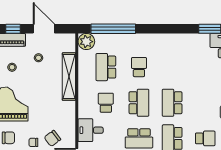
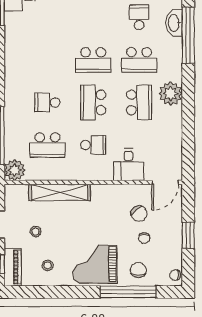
school desk: (106, 103) -> (93, 145), turned 180
school desk: (139, 103) -> (93, 102), turned -90

